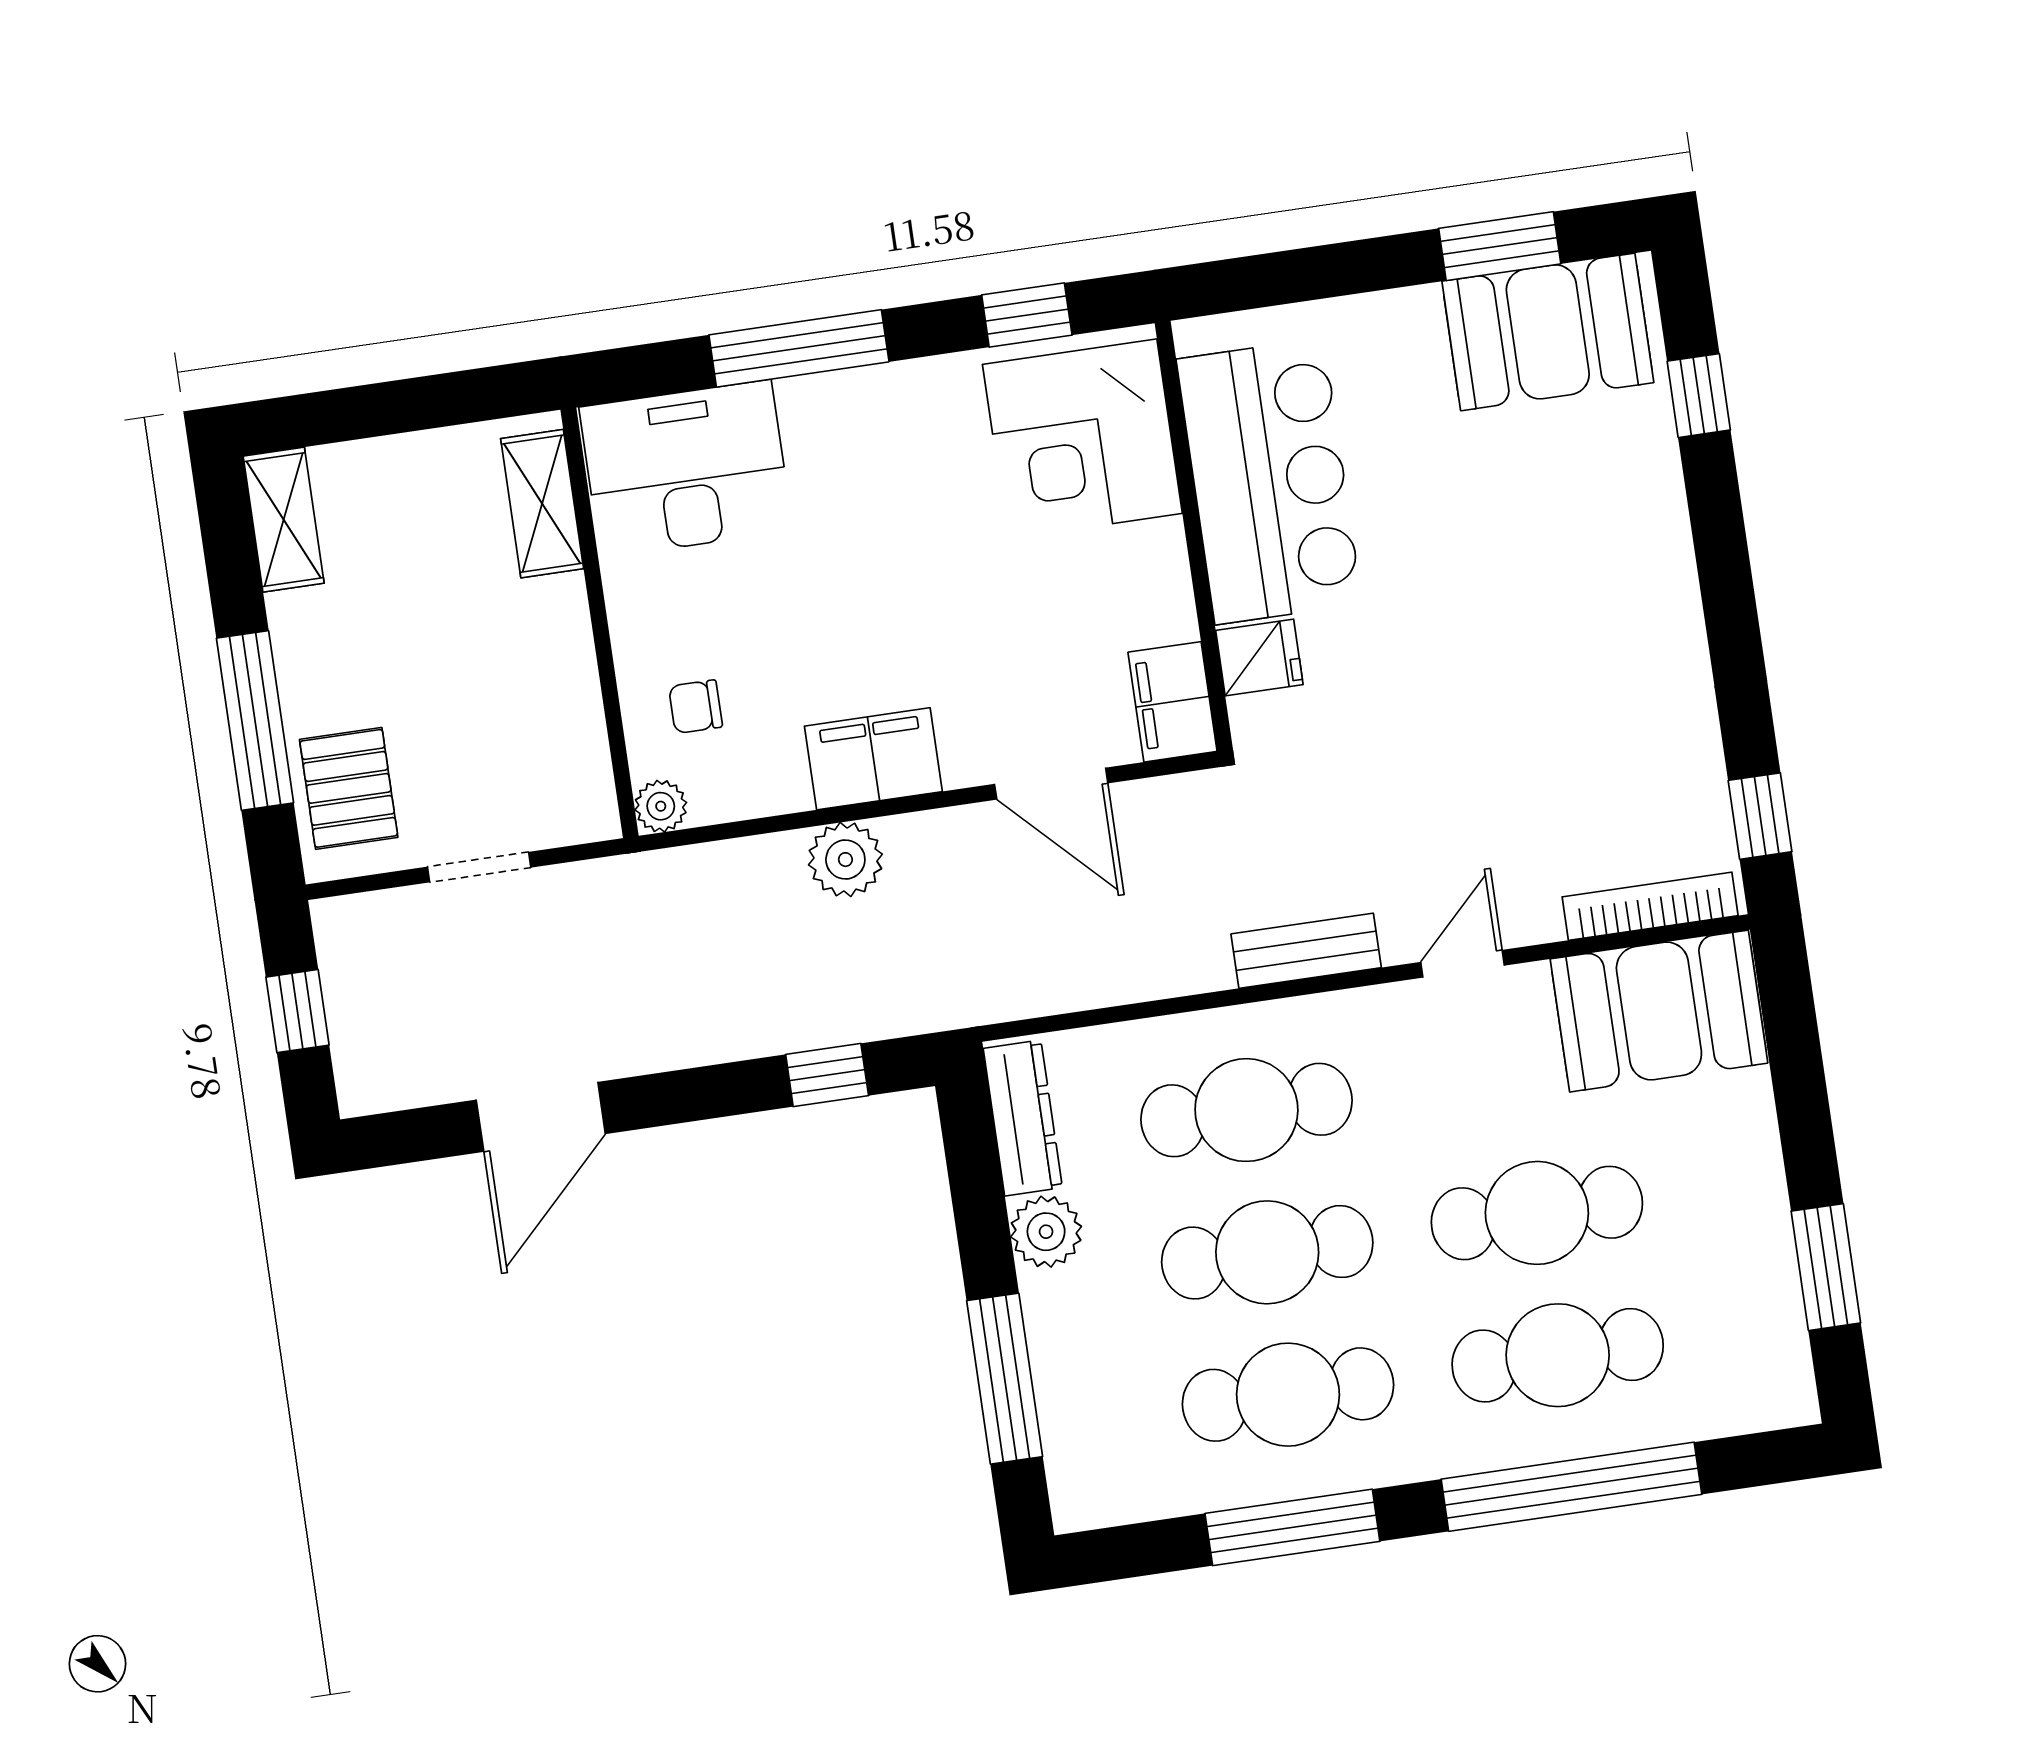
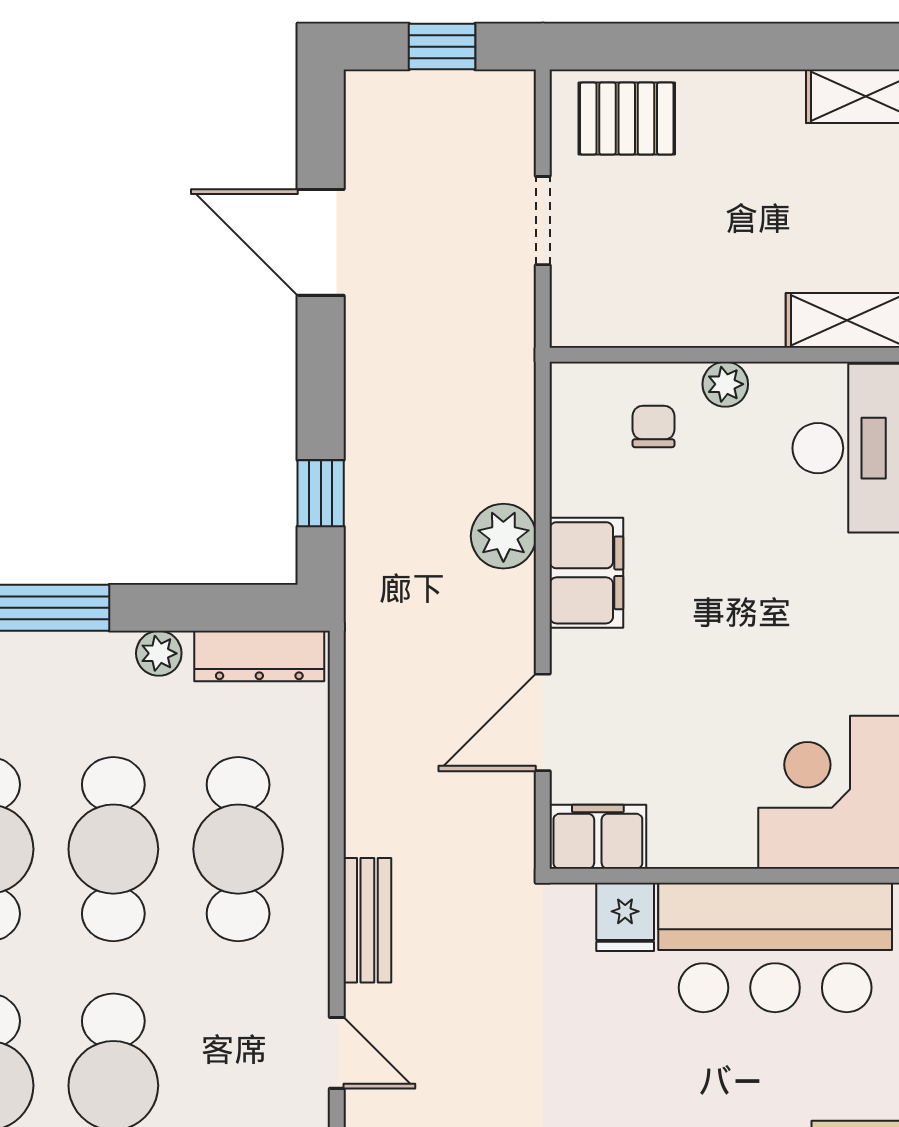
window: (255, 720) -> (697, 47), removed
plant: (661, 806) -> (725, 384), moved
plant: (1046, 1232) -> (159, 653), width x0.73, depth x0.73

